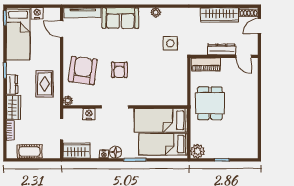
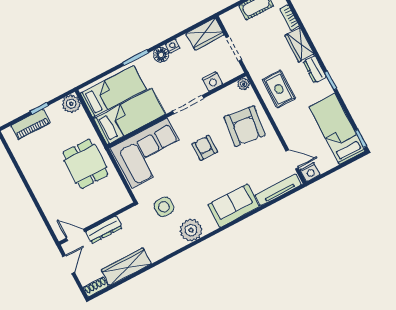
plant: (156, 12) -> (191, 230), width x1.87, depth x1.87
nightstand: (37, 13) -> (310, 172), moved
door: (259, 26) -> (69, 264), moved
piano: (206, 64) -> (31, 124), moved, turned 180
corner sofa: (160, 87) -> (150, 153), added

